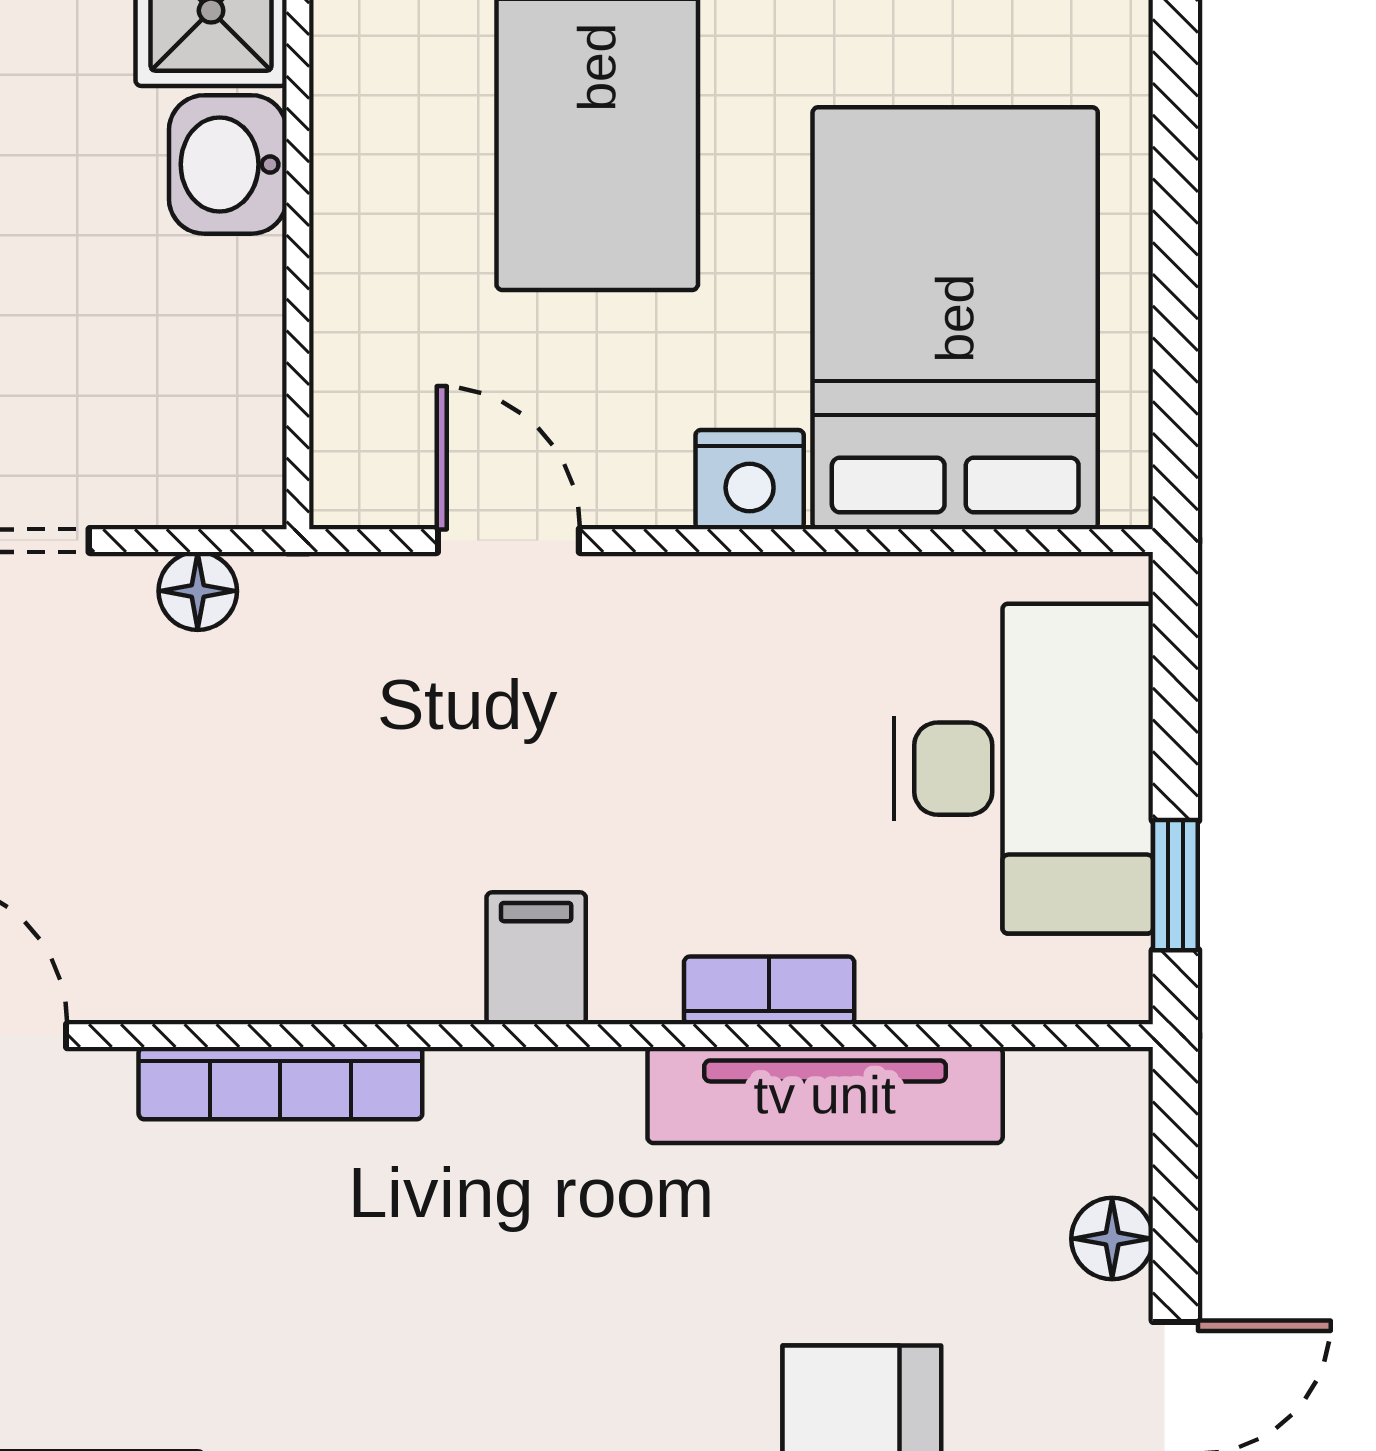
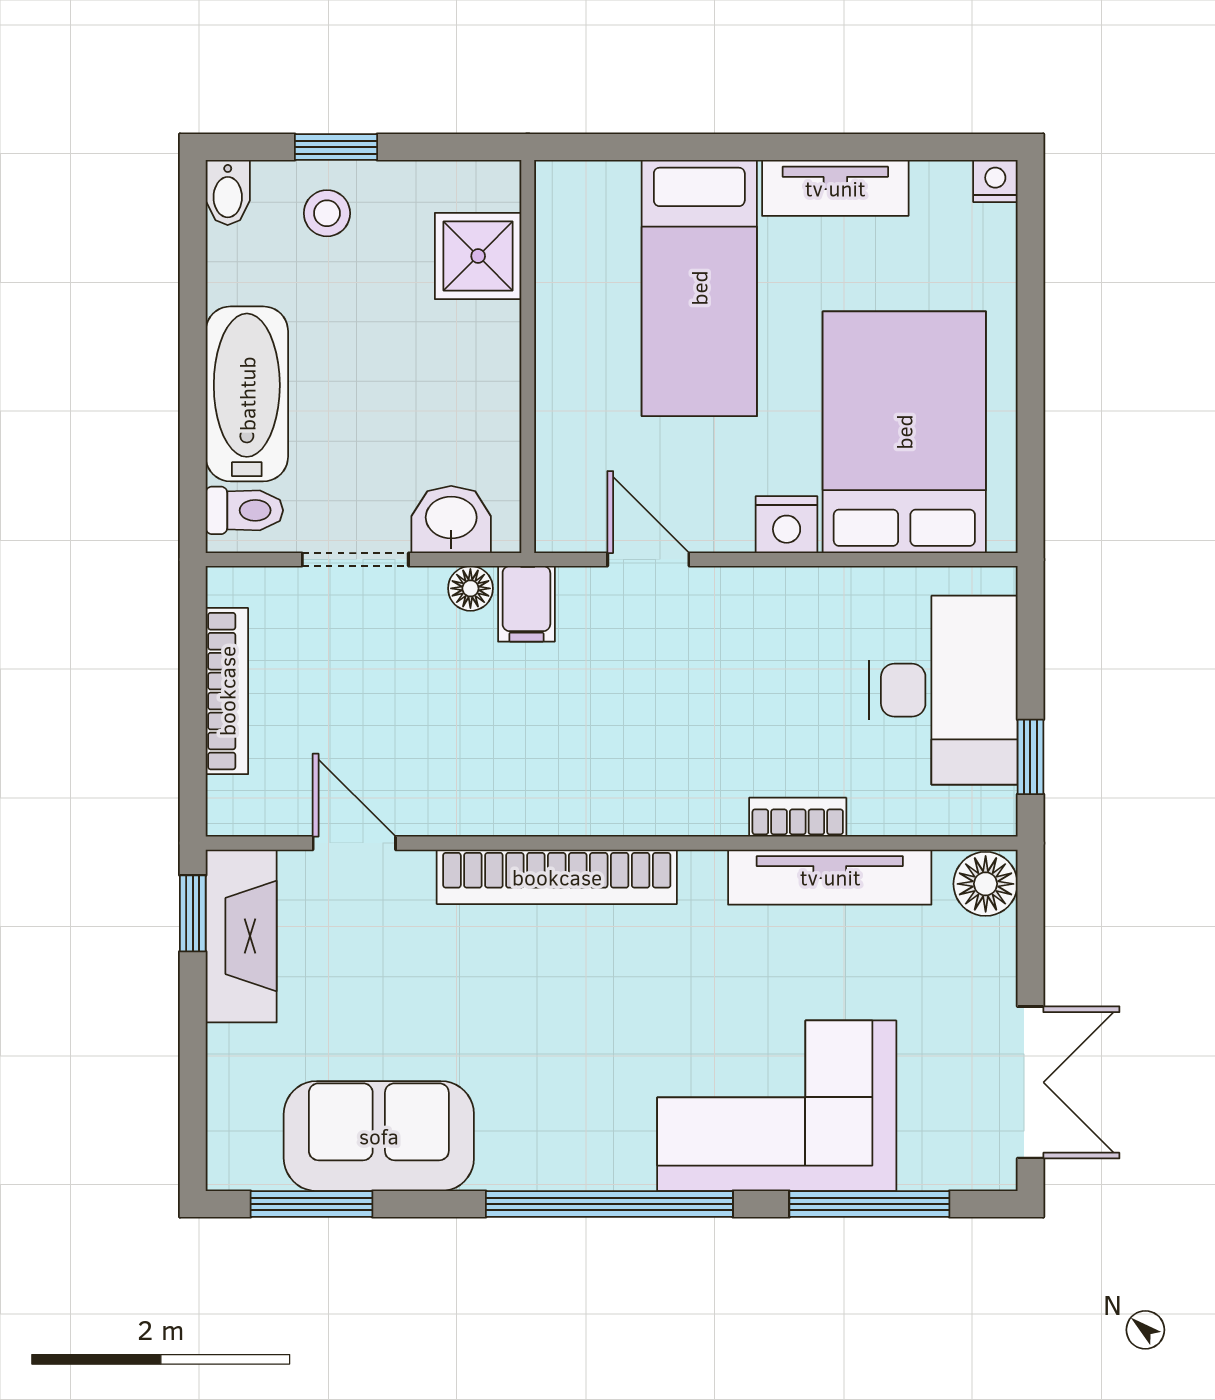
washbasin: (228, 164) -> (451, 519), moved, turned 90
filing cabinet: (536, 958) -> (526, 604), moved, turned 180
bookcase: (280, 1083) -> (557, 877), width x1.48, depth x1.31
floor lamp: (1112, 1239) -> (986, 884), moved, width x1.37, depth x1.37

